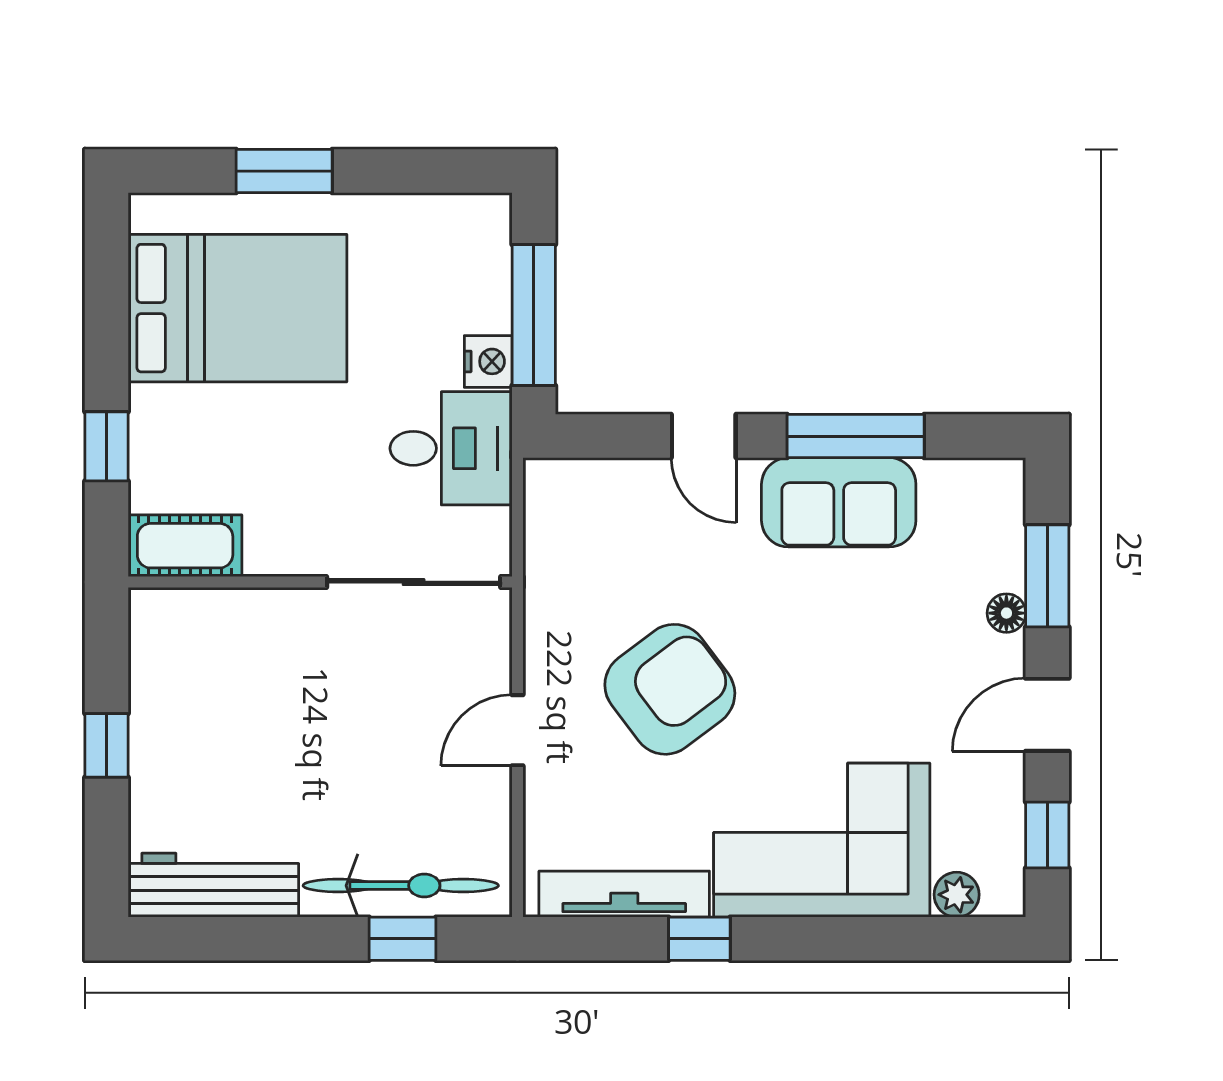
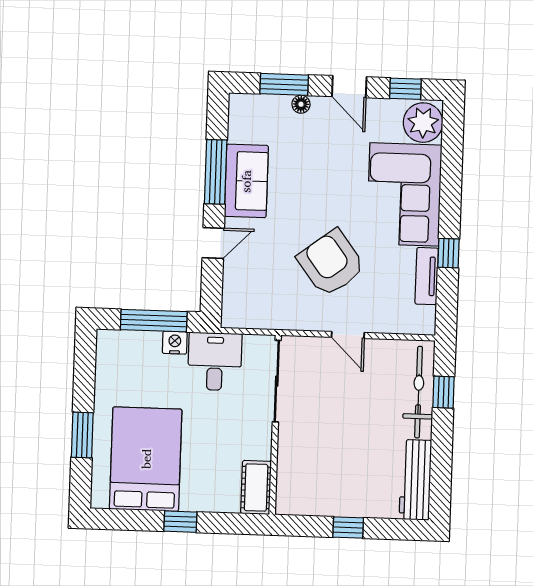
window: (107, 446) -> (180, 522), moved
tv unit: (624, 894) -> (427, 276), width x0.71
plant: (957, 895) -> (423, 123), width x1.88, depth x1.88

